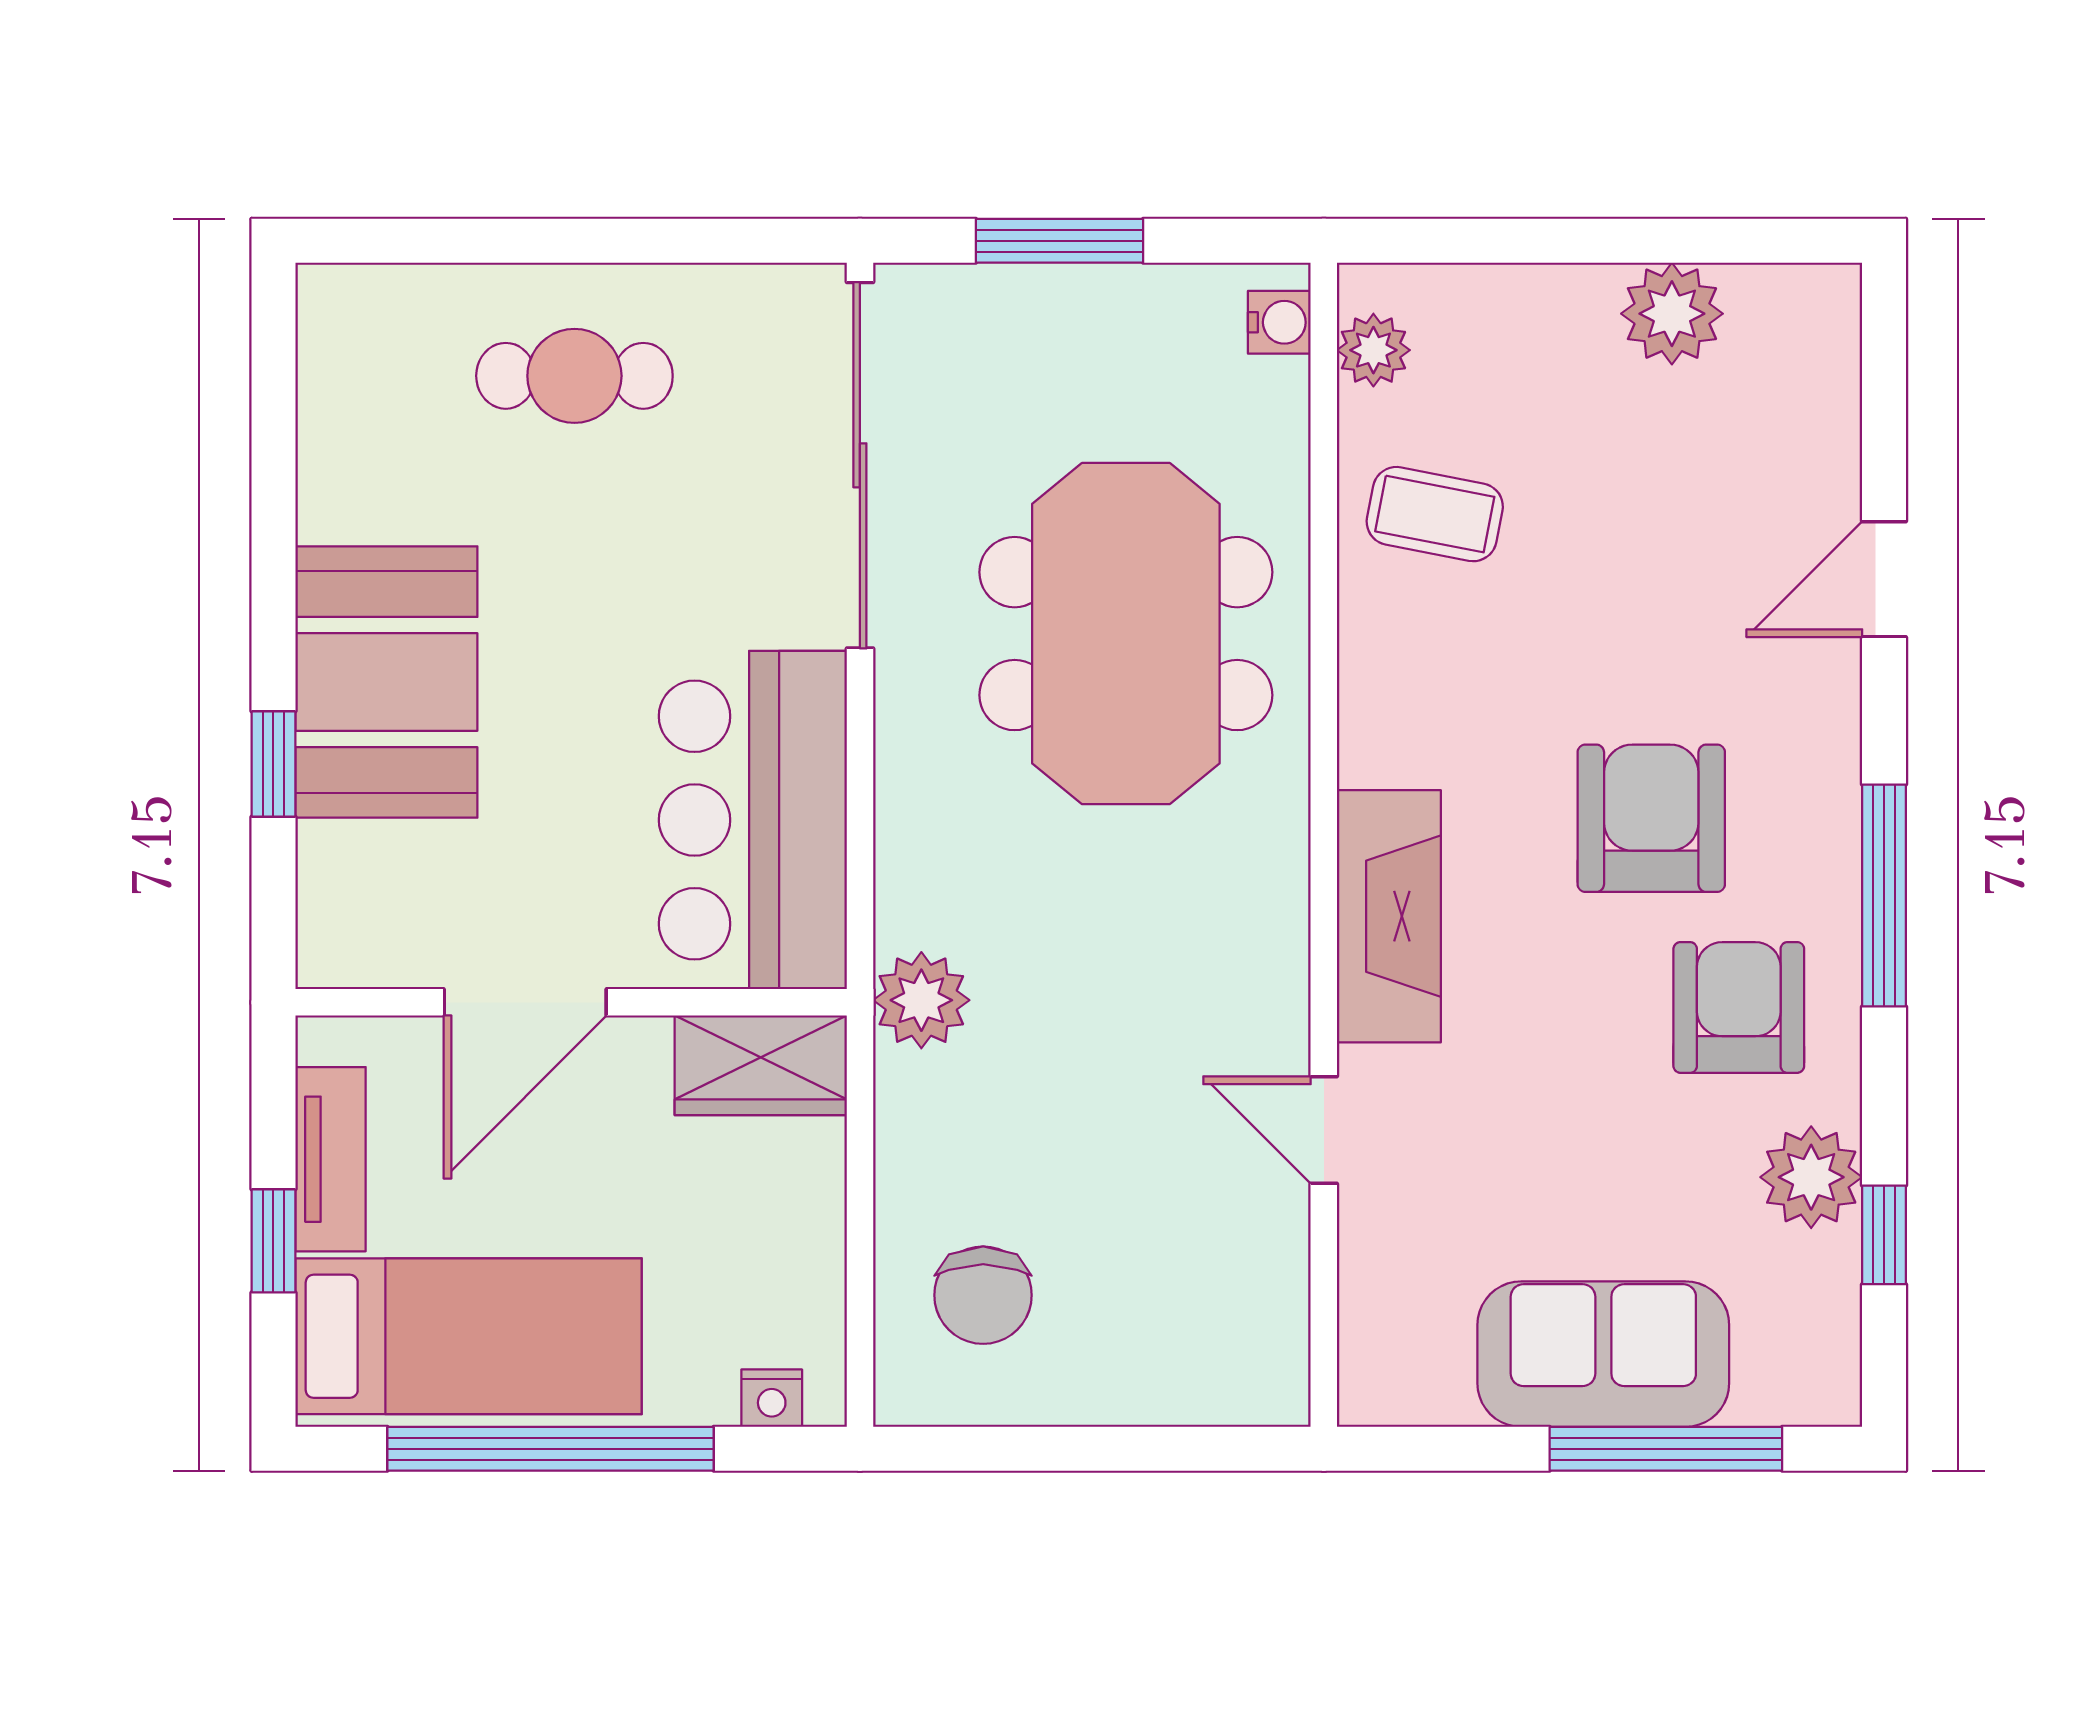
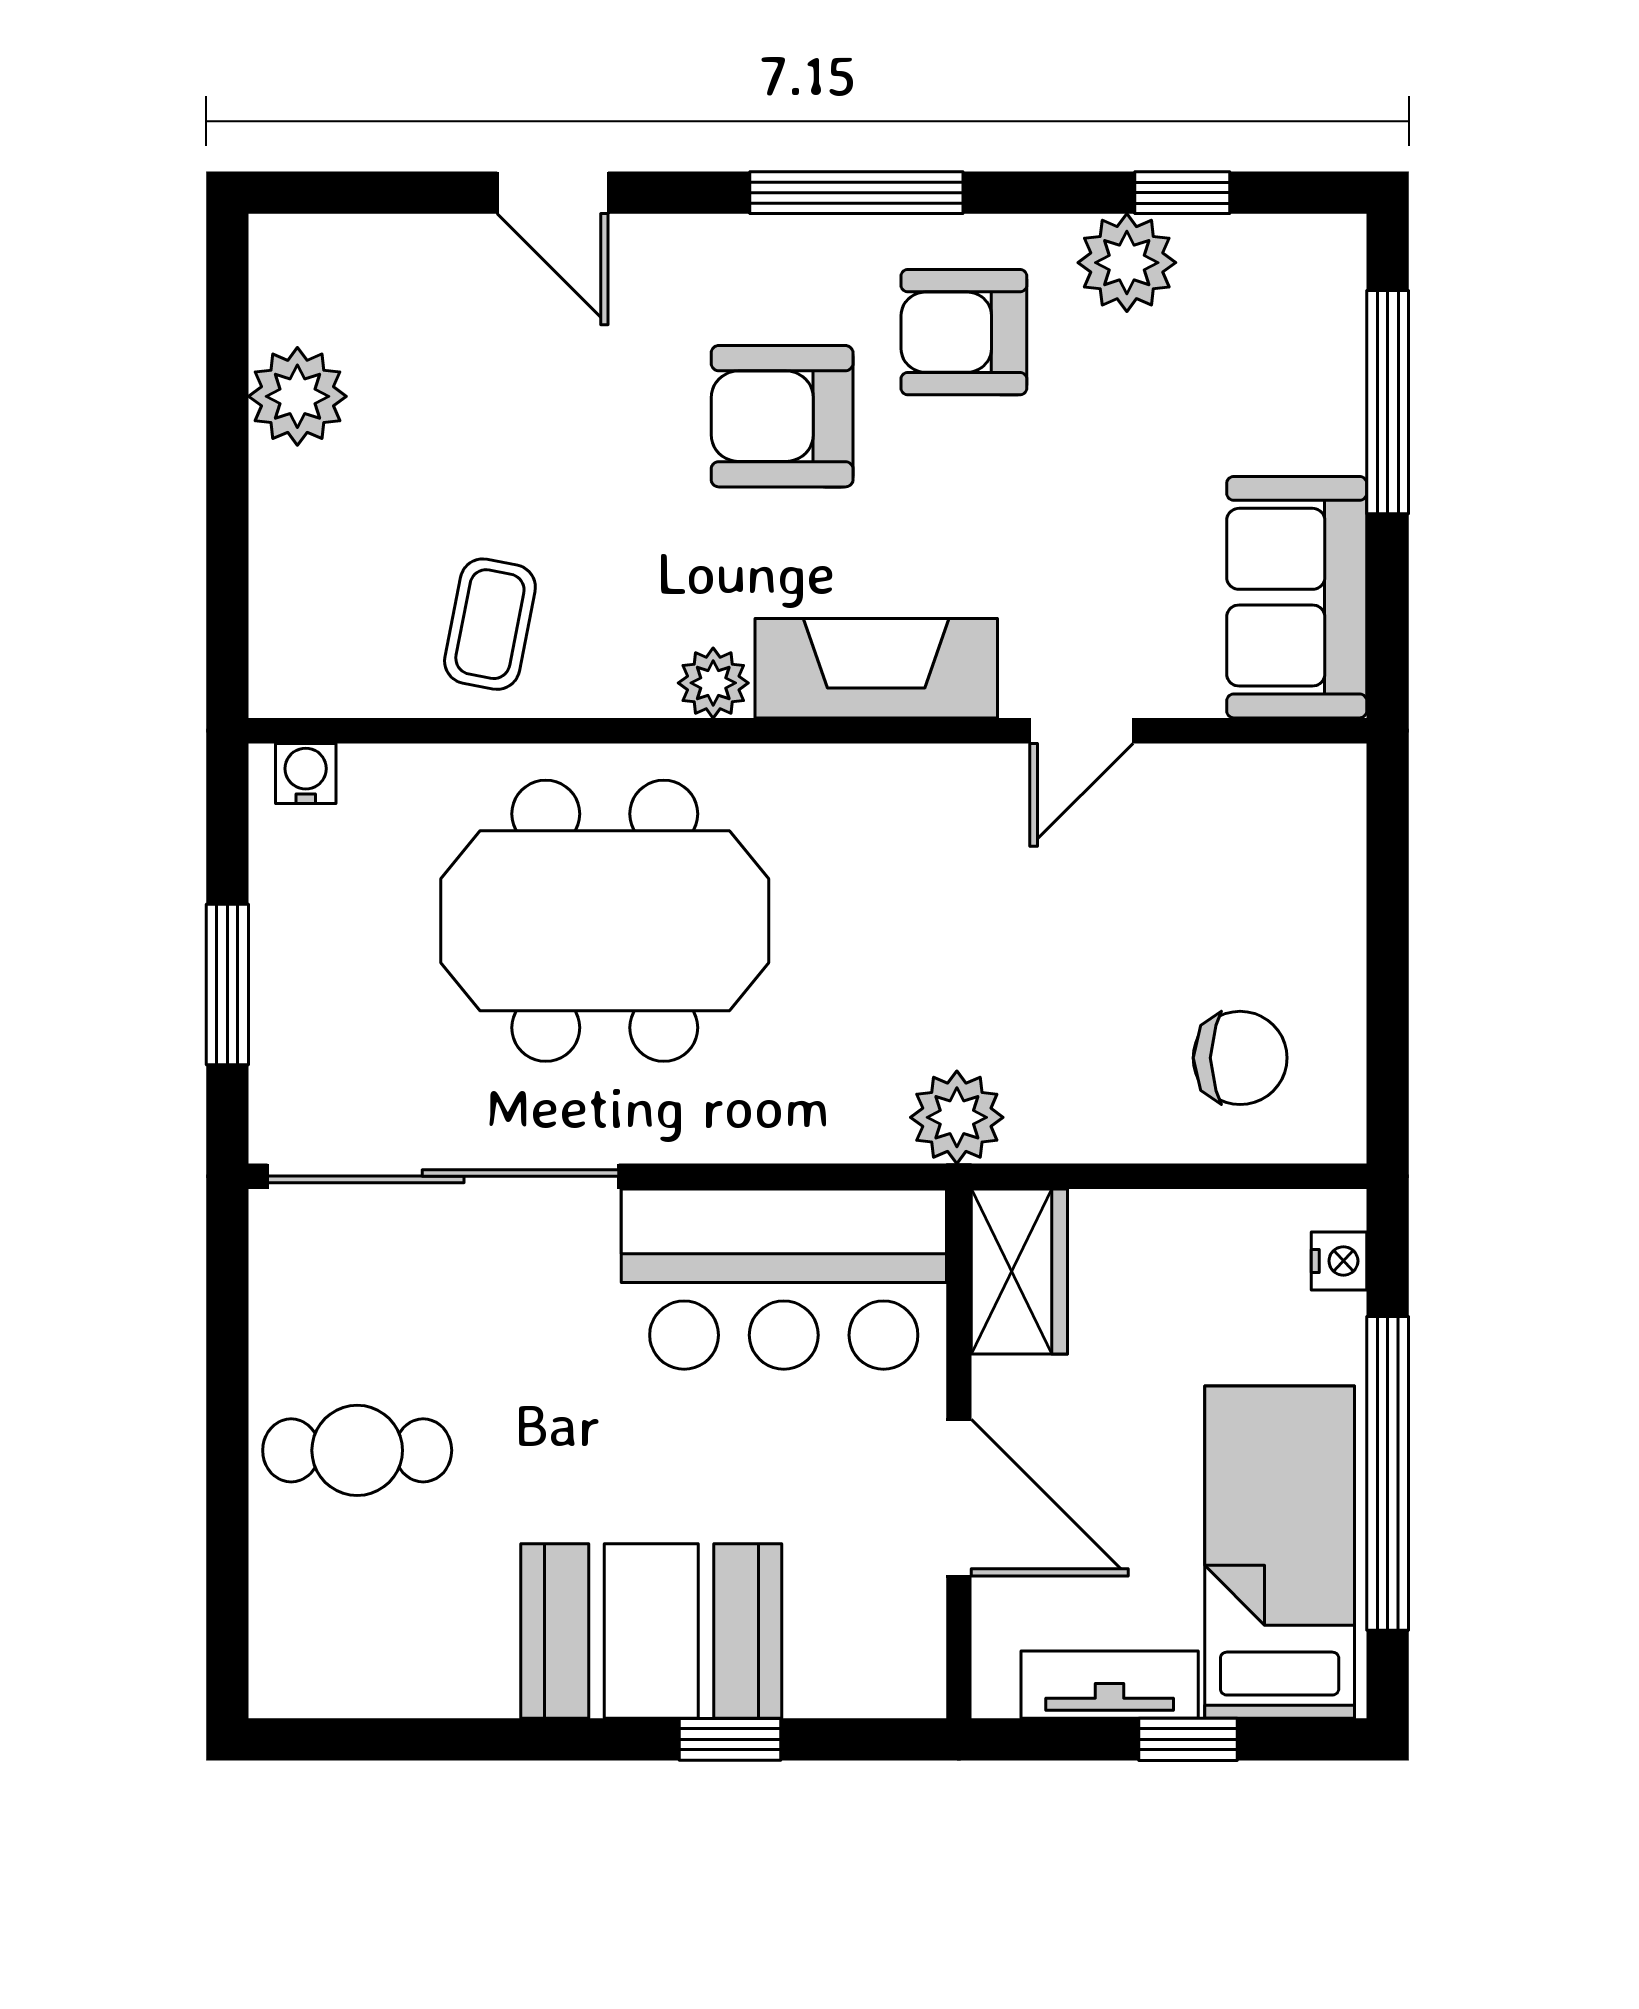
plant: (1373, 350) -> (713, 683), moved
cafe table: (574, 376) -> (357, 1450), turned 90
sofa: (1603, 1354) -> (1297, 597), moved

